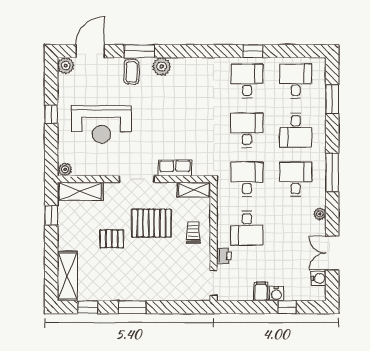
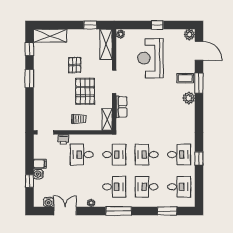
desk: (247, 130) -> (147, 155), turned 180

